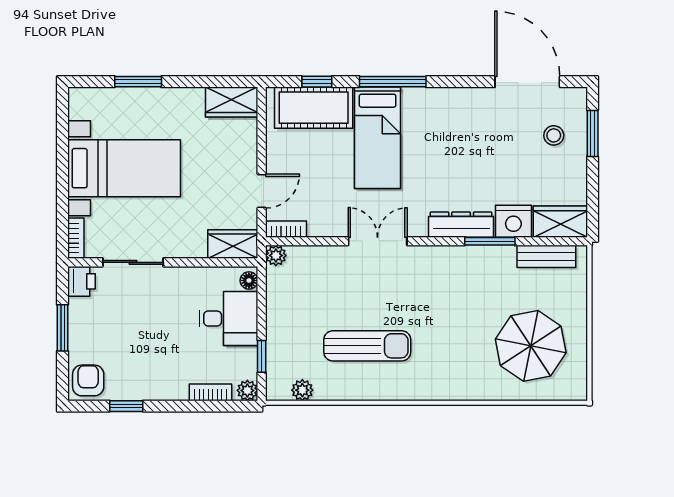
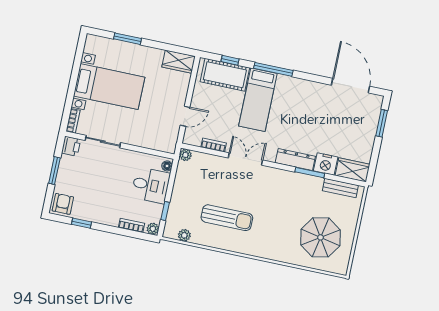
stool: (554, 135) -> (359, 120), removed
bookcase: (286, 229) -> (214, 145), moved
wardrobe: (233, 244) -> (162, 143), removed

